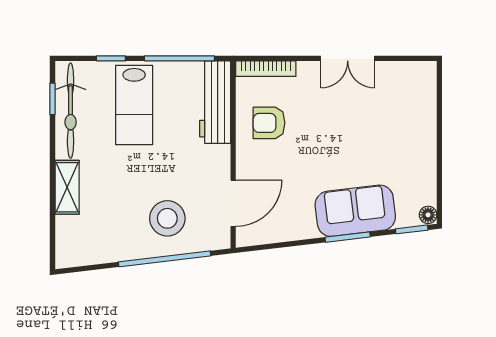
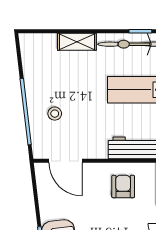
stool: (167, 218) -> (55, 114), width x0.53, depth x0.53

